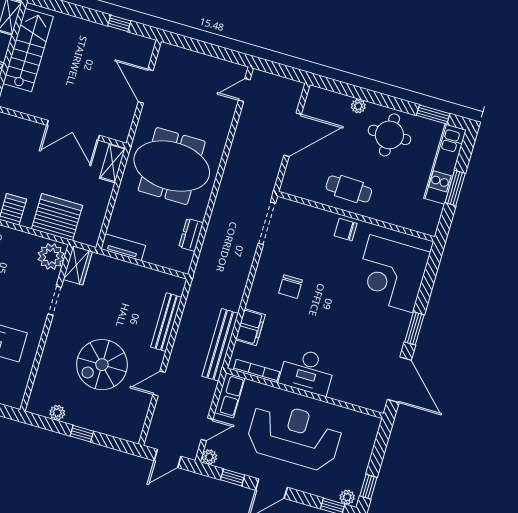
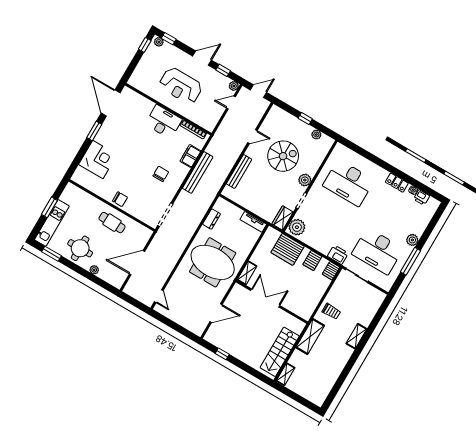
door: (146, 86) -> (216, 313), hinge flipped
door: (244, 90) -> (159, 296), hinge flipped
corner desk: (391, 274) -> (98, 159), width x0.74, depth x0.74
plant: (57, 335) -> (305, 180), added
bench: (220, 345) -> (198, 172), moved
row of seats: (230, 395) -> (213, 119), removed
reception desk: (294, 436) -> (181, 86), width x0.74, depth x0.77

